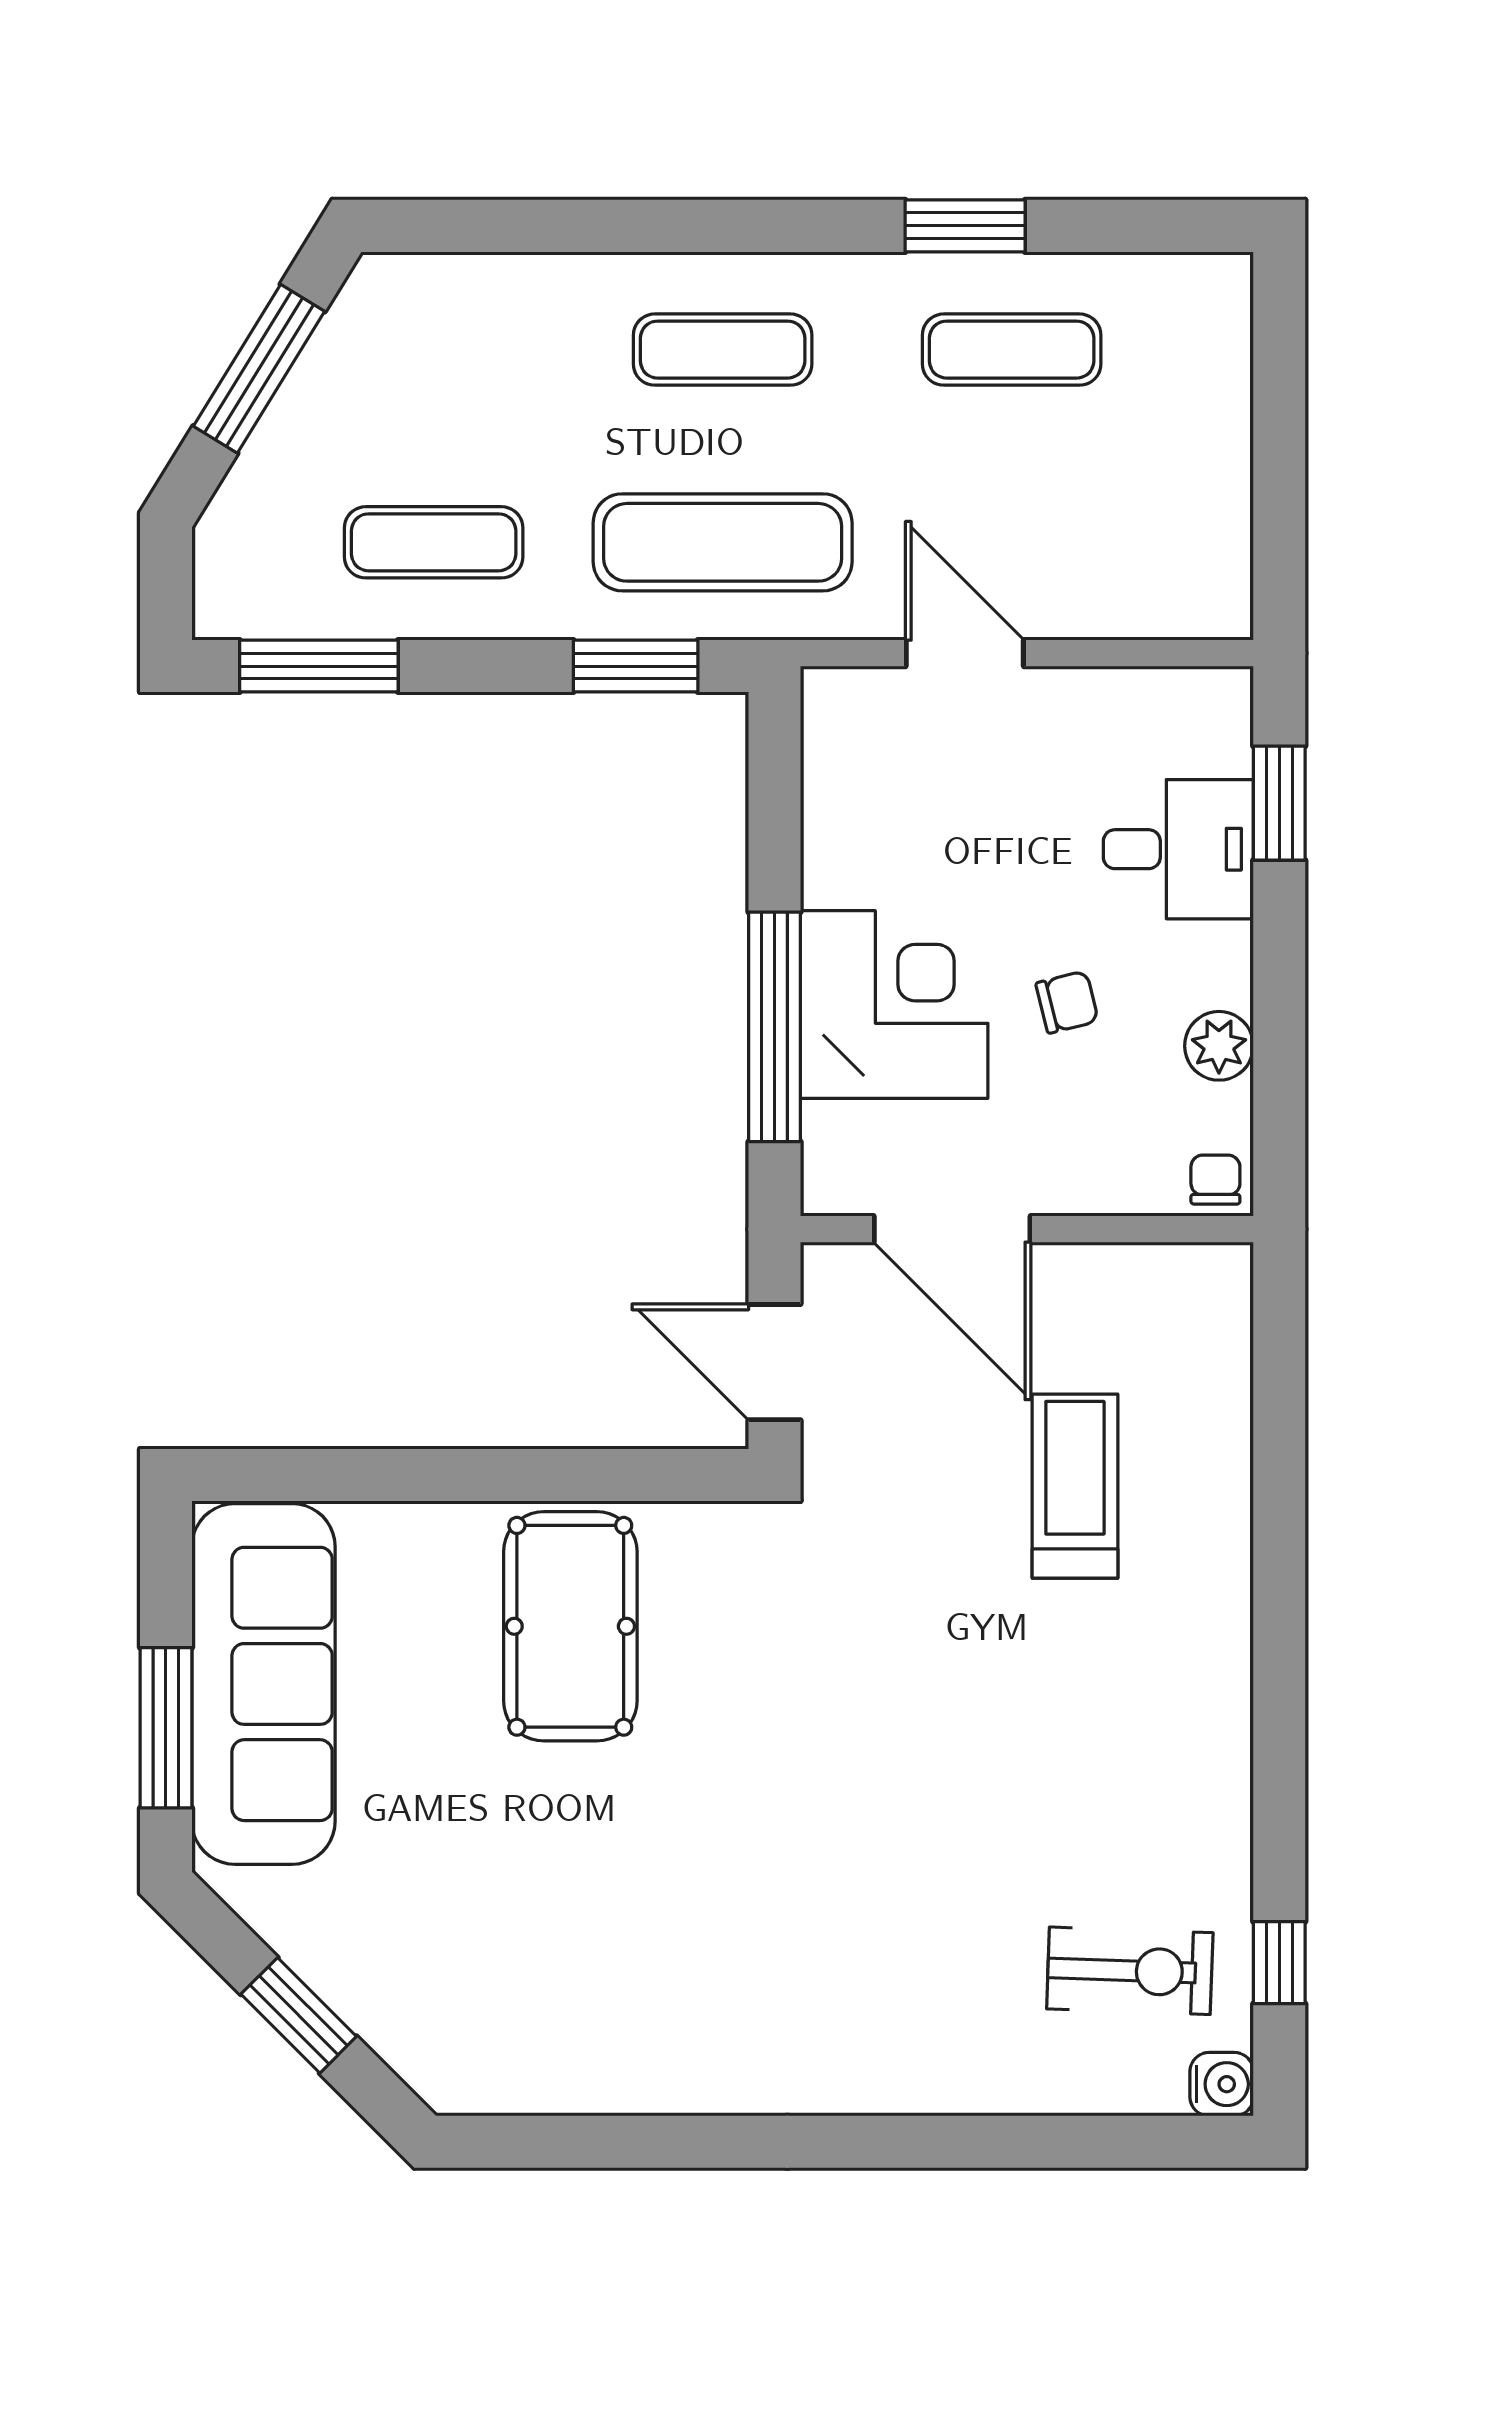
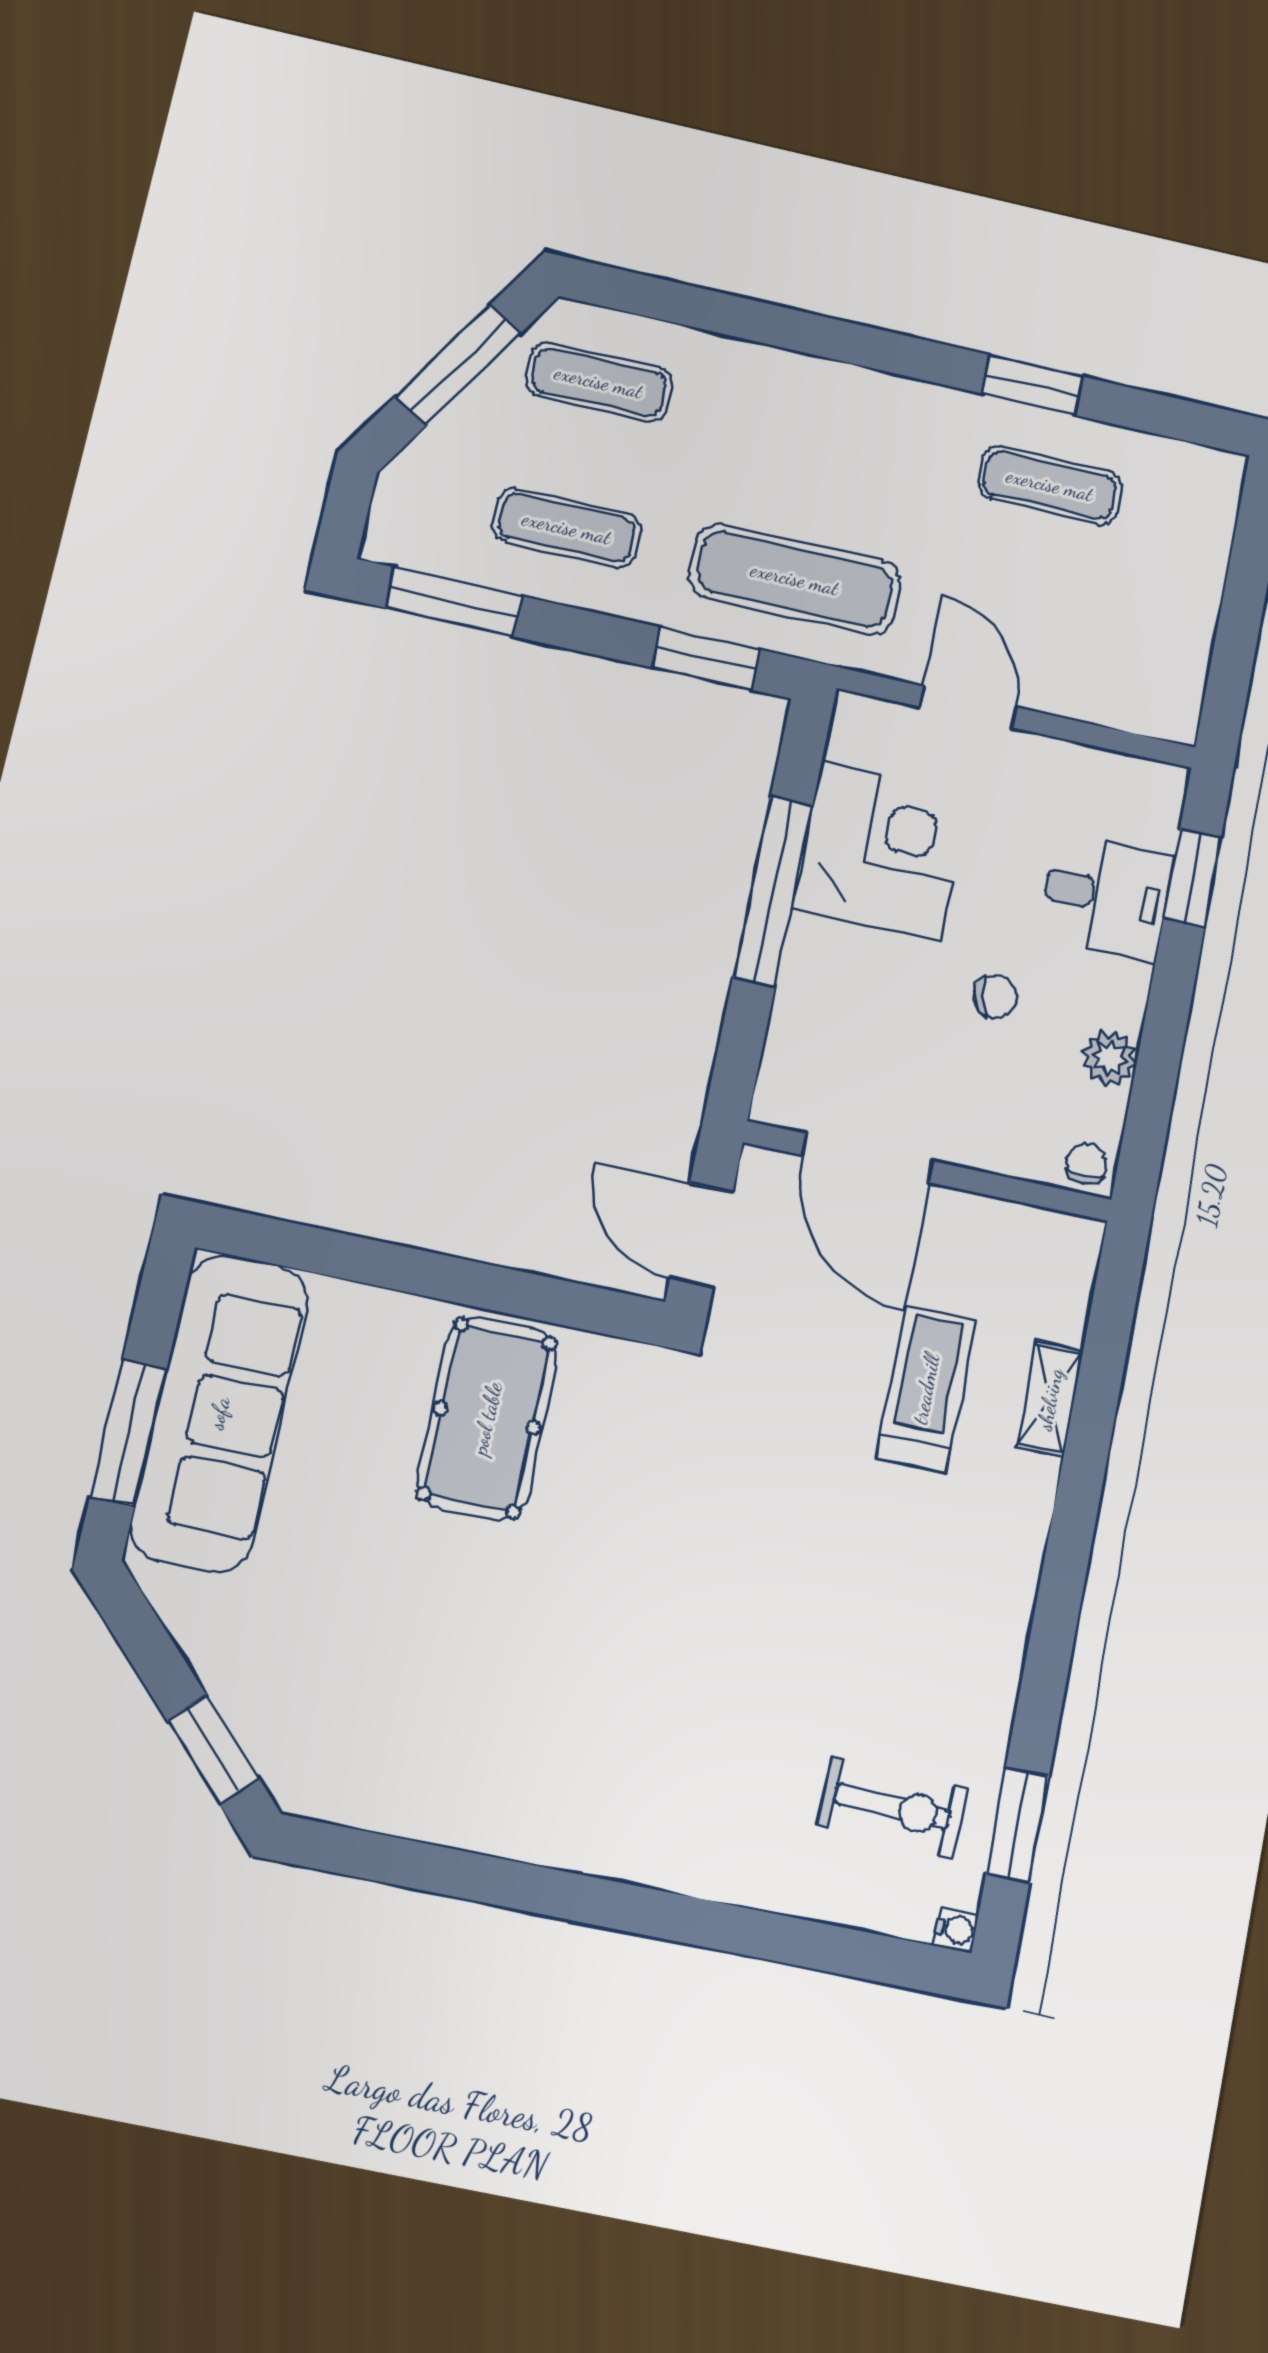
exercise mat: (723, 350) -> (599, 382), moved
corner desk: (894, 1005) -> (881, 851), moved
window: (774, 1027) -> (773, 891), moved
shelving: (1224, 1467) -> (1050, 1399), added
window: (1279, 1963) -> (1018, 1825), width x1.50
window: (299, 2015) -> (213, 1749), moved
water cooler: (1222, 2084) -> (956, 1930), width x0.72, depth x0.72

